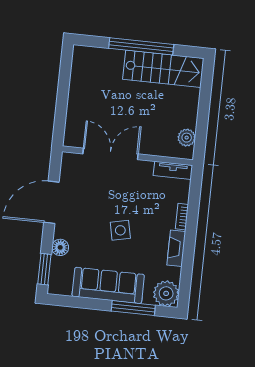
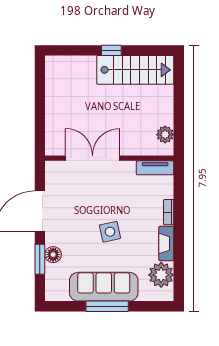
window: (141, 46) -> (111, 50), width x0.32
window: (44, 269) -> (40, 259), moved
plant: (166, 293) -> (161, 275), moved
window: (133, 308) -> (107, 306), moved

